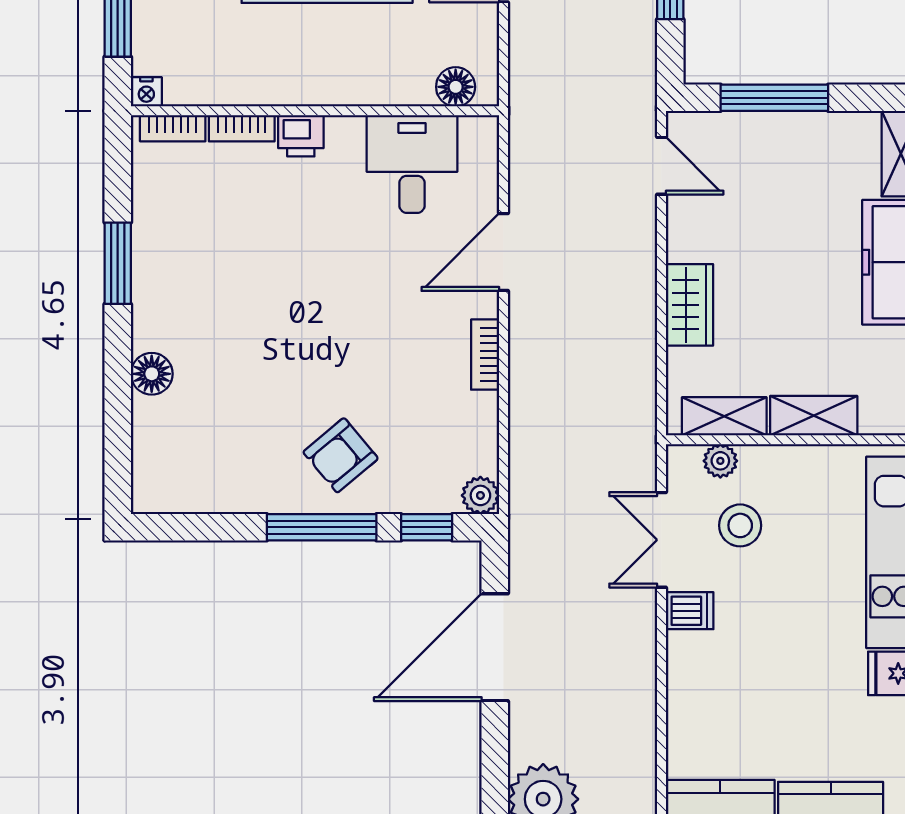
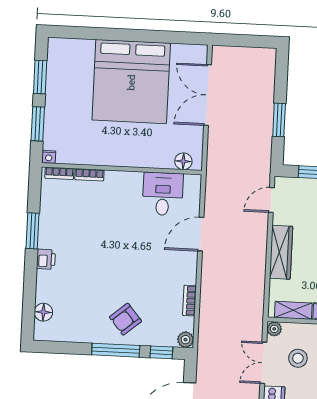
printer: (301, 136) -> (46, 259), moved, turned -90
door: (661, 166) -> (271, 200), swing flipped
wardrobe: (689, 305) -> (281, 252), width x1.50
bookcase: (485, 355) -> (189, 301), moved
floor lamp: (152, 374) -> (43, 312), moved
plant: (720, 461) -> (274, 329), moved

